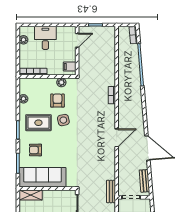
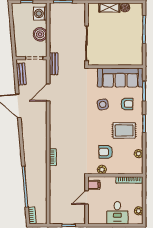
door: (77, 40) -> (87, 197), moved
armchair: (57, 101) -> (106, 152), turned 90
side table: (63, 120) -> (103, 104), moved
door: (117, 138) -> (48, 93), moved
shelving: (31, 195) -> (132, 60), removed

